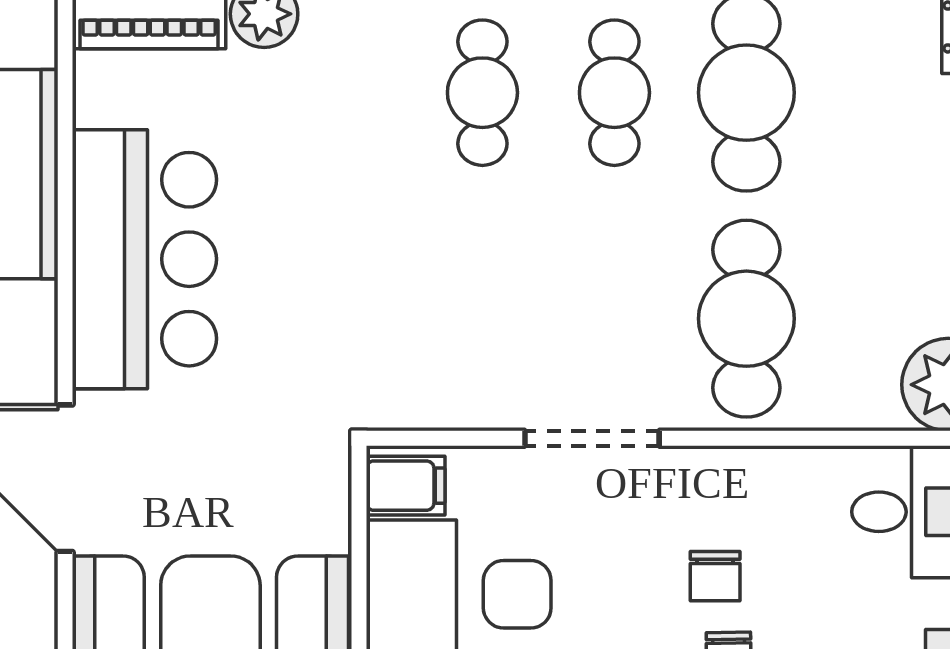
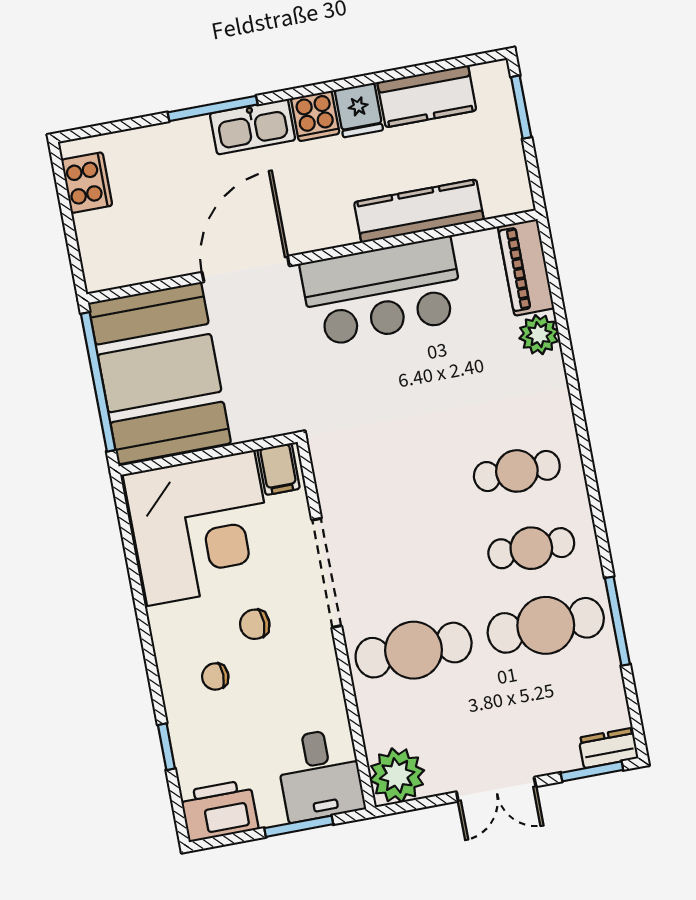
doorway: (592, 438) -> (327, 573), width x1.36
chair: (715, 576) -> (255, 624), moved

